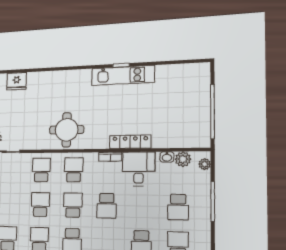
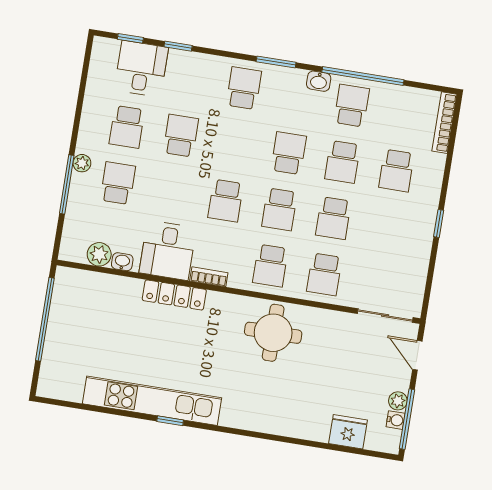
kitchen unit: (123, 75) -> (152, 401), width x1.36
plant: (205, 164) -> (82, 163), moved
school desk: (107, 206) -> (226, 201), turned 180

